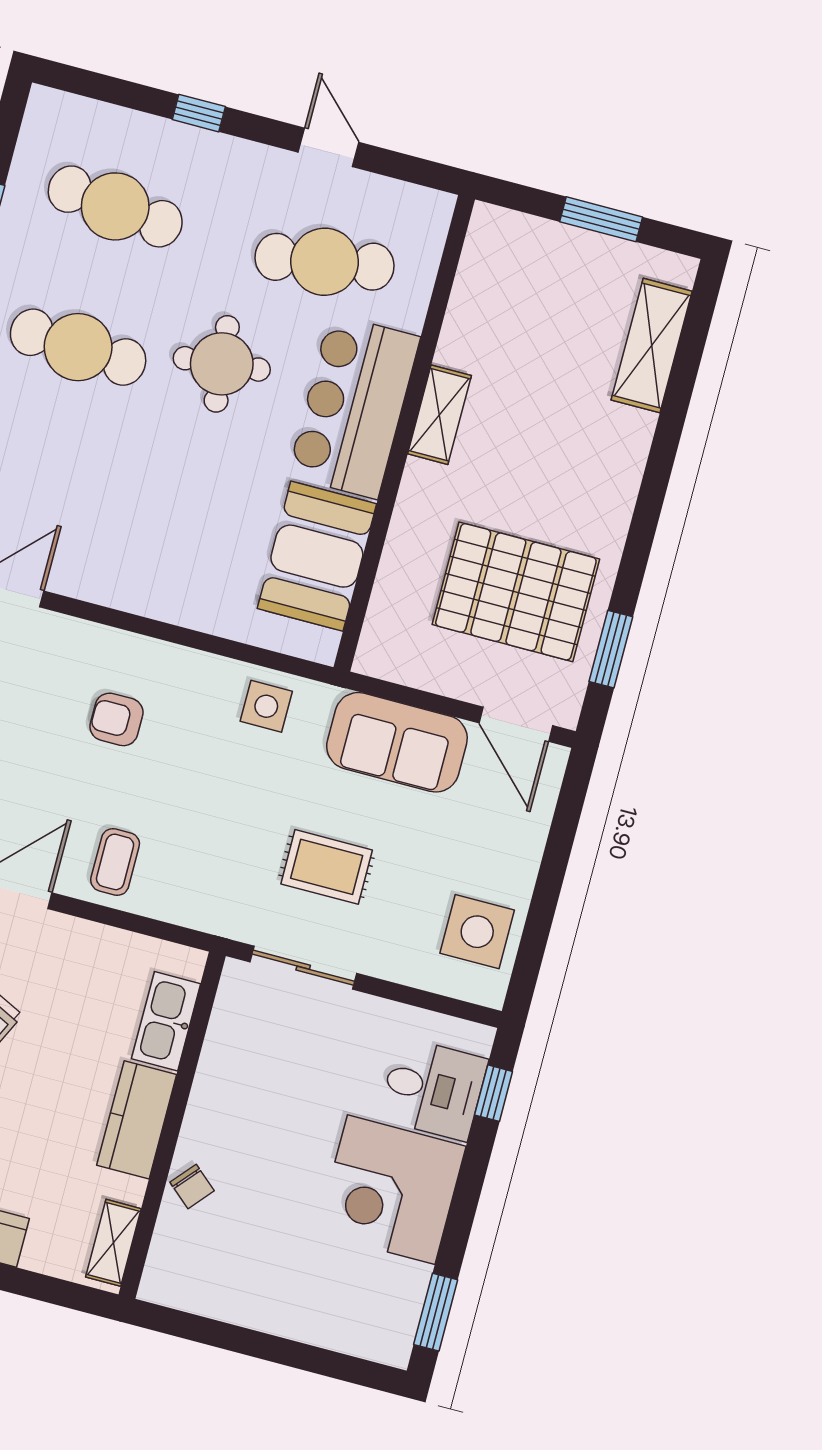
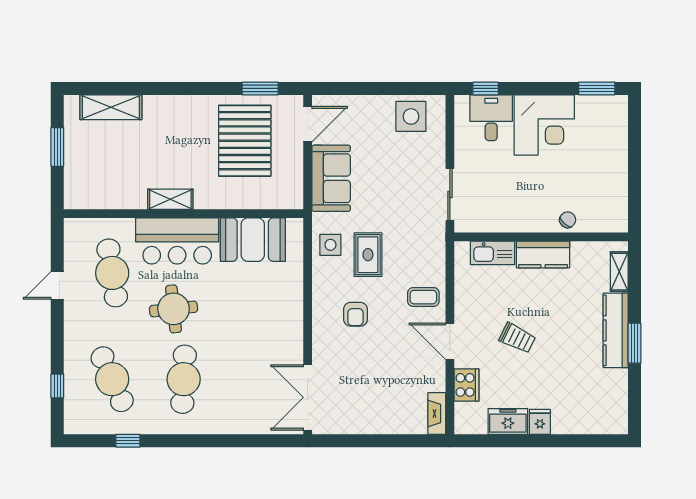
window: (199, 113) -> (57, 386), moved
cafe table: (115, 206) -> (112, 379), turned -30
rug: (327, 867) -> (368, 255), moved
shelving: (113, 1243) -> (619, 272), moved, turned 90

